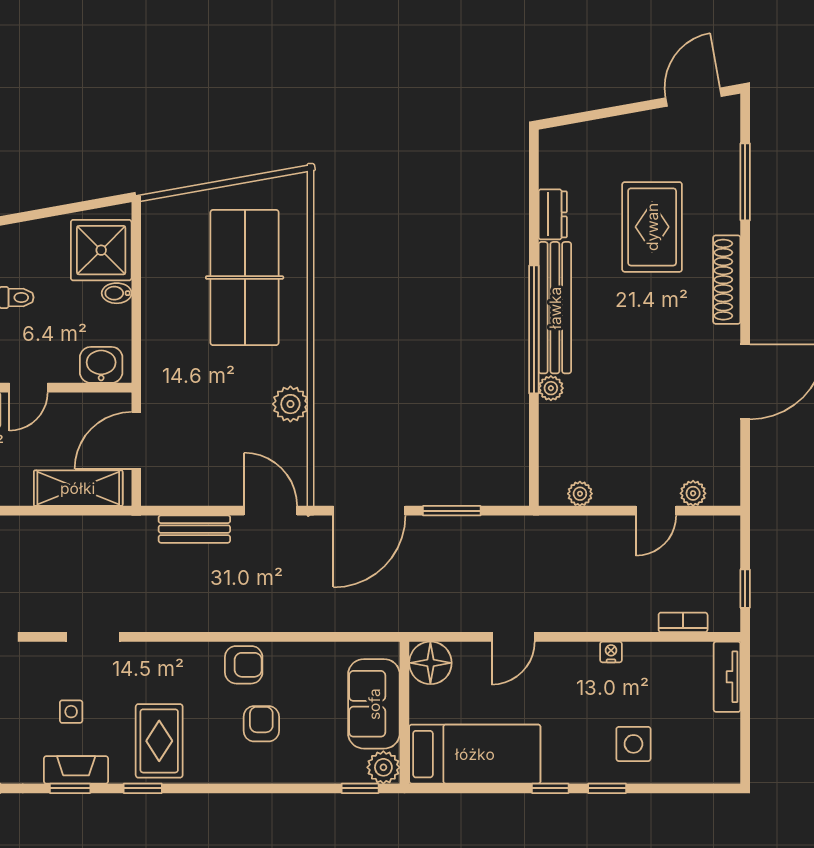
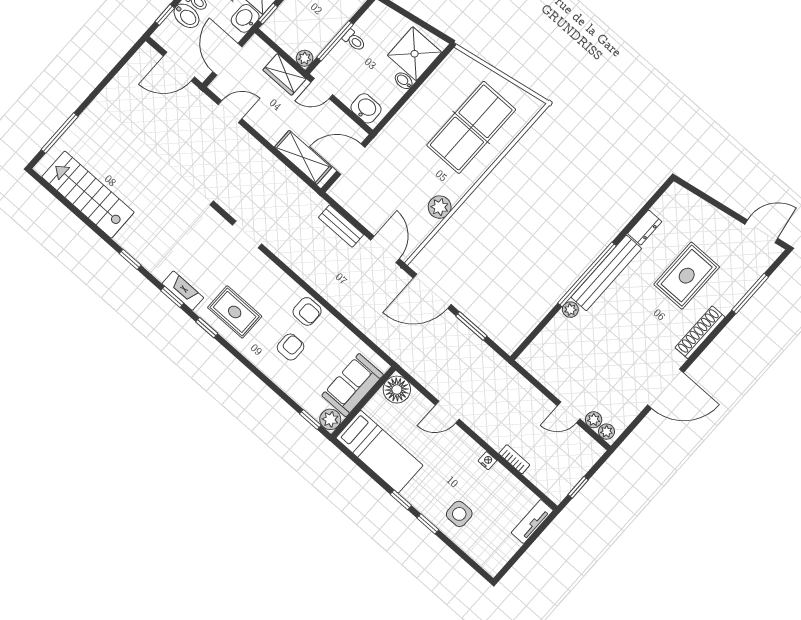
plant: (580, 494) -> (606, 432), moved
bookcase: (683, 622) -> (514, 459), moved
side table: (71, 712) -> (205, 261), removed
rug: (159, 741) -> (235, 312), turned 90

